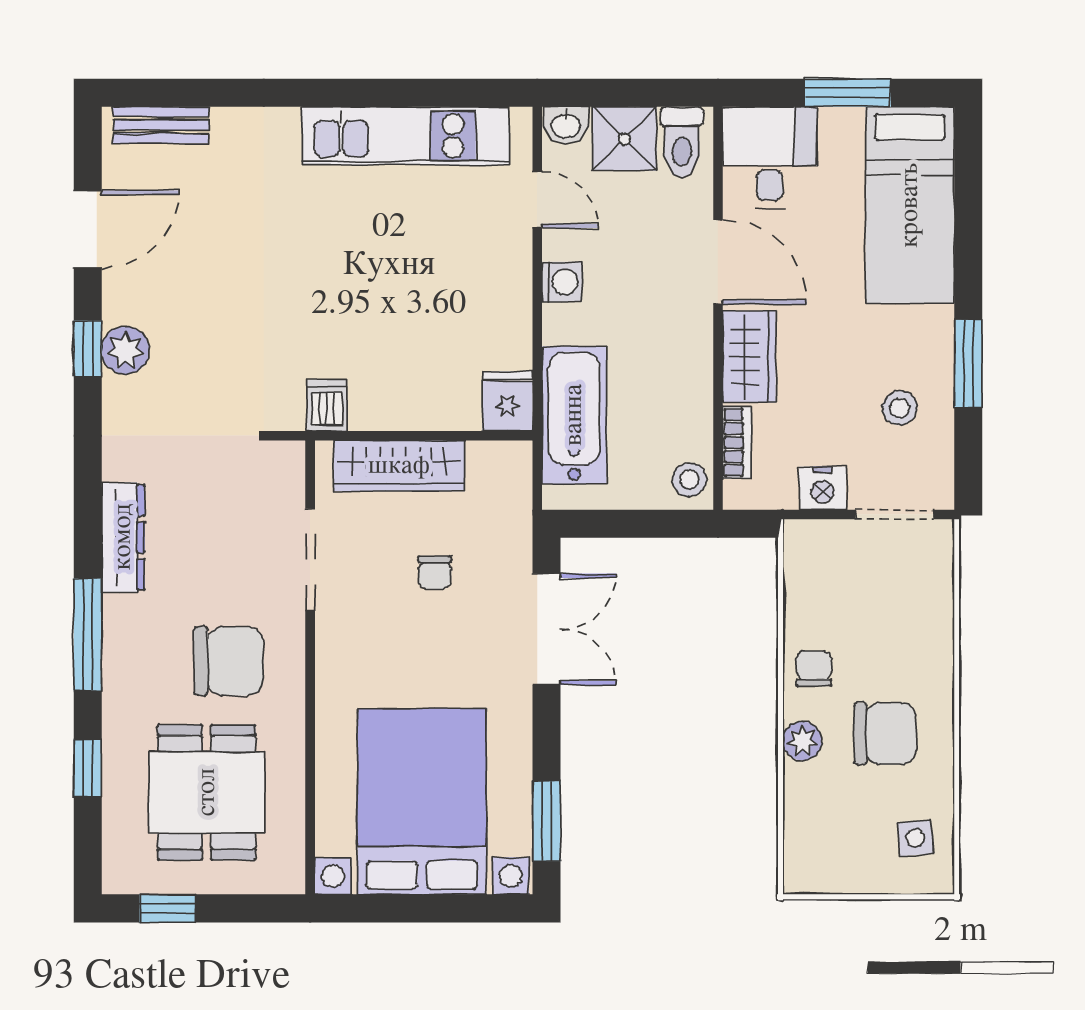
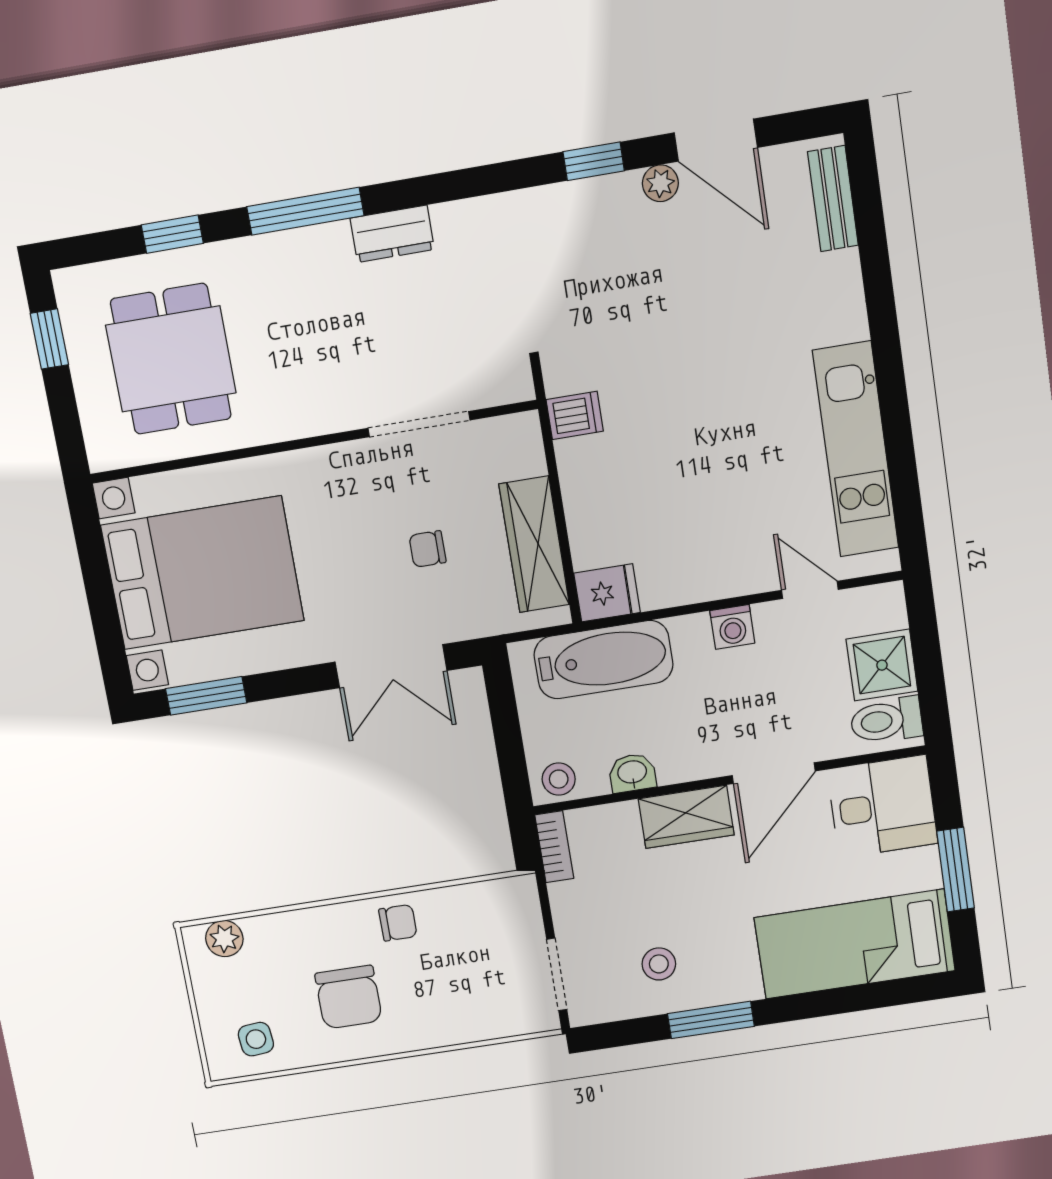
washbasin: (566, 125) -> (632, 773), moved, turned 90
door: (537, 200) -> (810, 590), swing flipped
plant: (125, 350) -> (660, 183), moved, width x0.73, depth x0.73
bookcase: (737, 443) -> (554, 847), moved, turned -90
wardrobe: (399, 466) -> (534, 544), moved
nightstand: (822, 488) -> (571, 905), removed
dresser: (123, 537) -> (392, 234), width x0.70
chair: (229, 661) -> (305, 359), removed
plant: (802, 741) -> (224, 939), moved
dining table: (207, 792) -> (171, 359), turned 90

